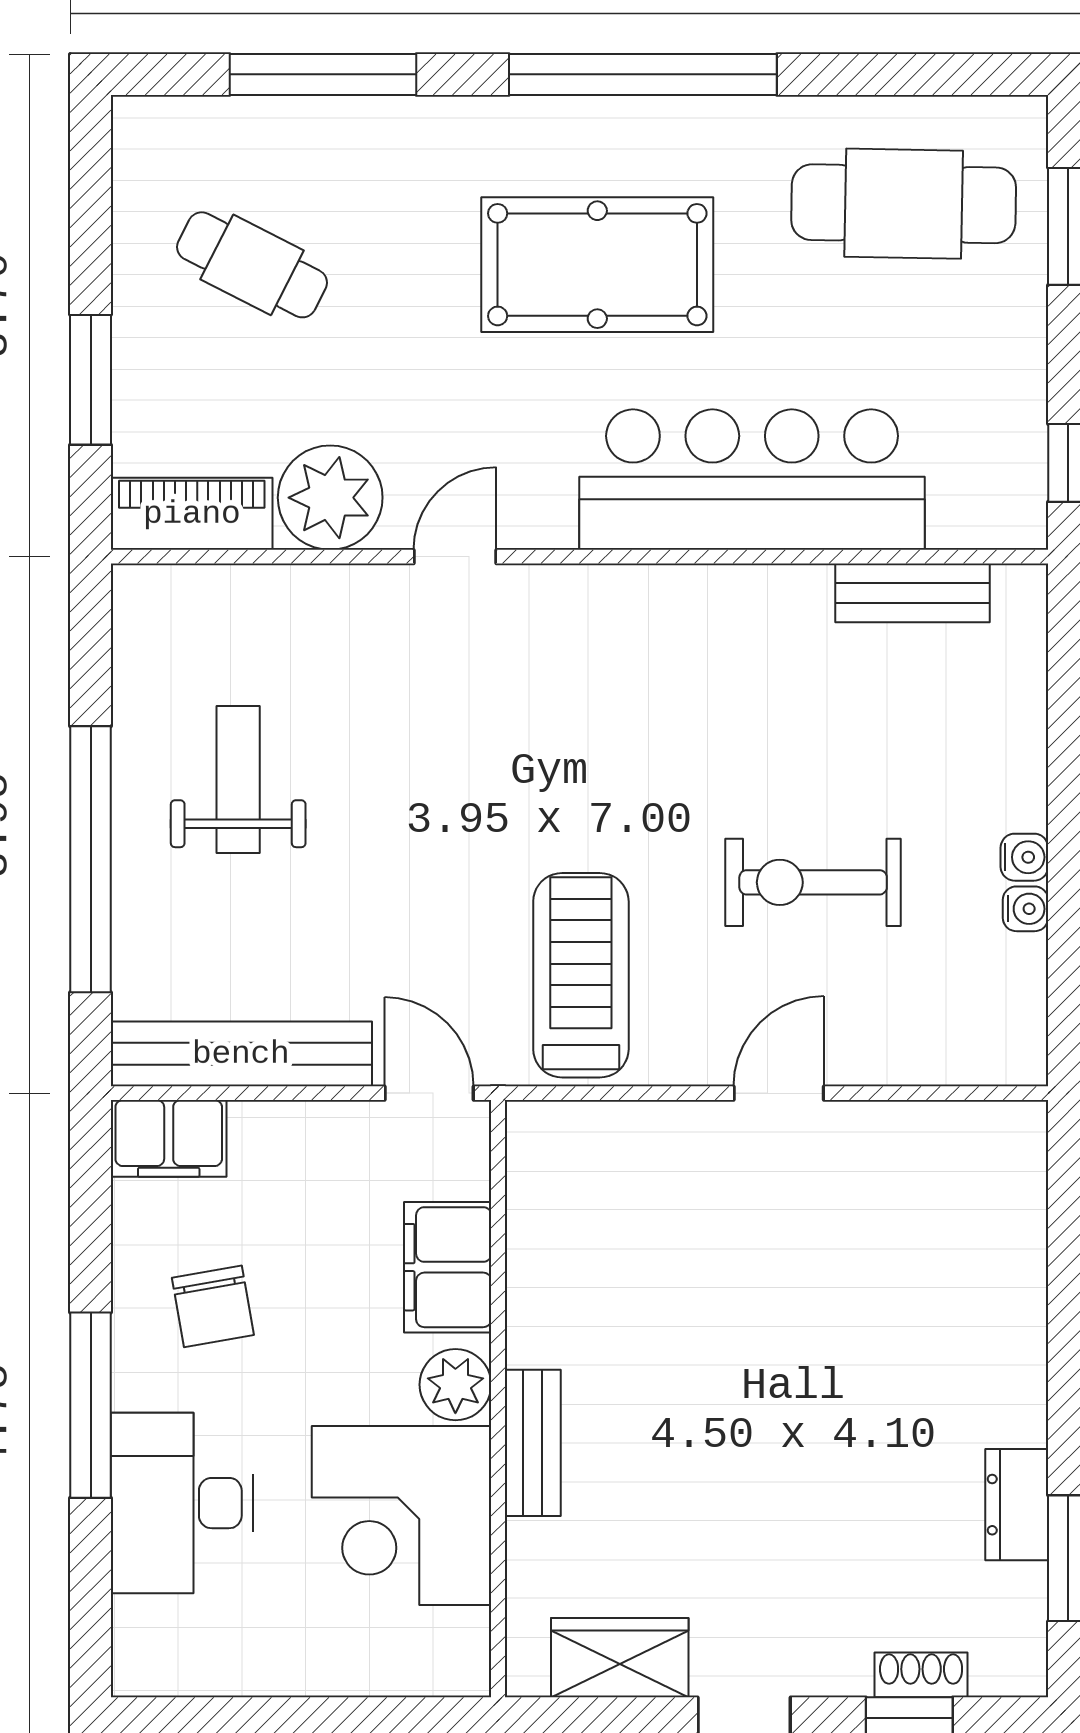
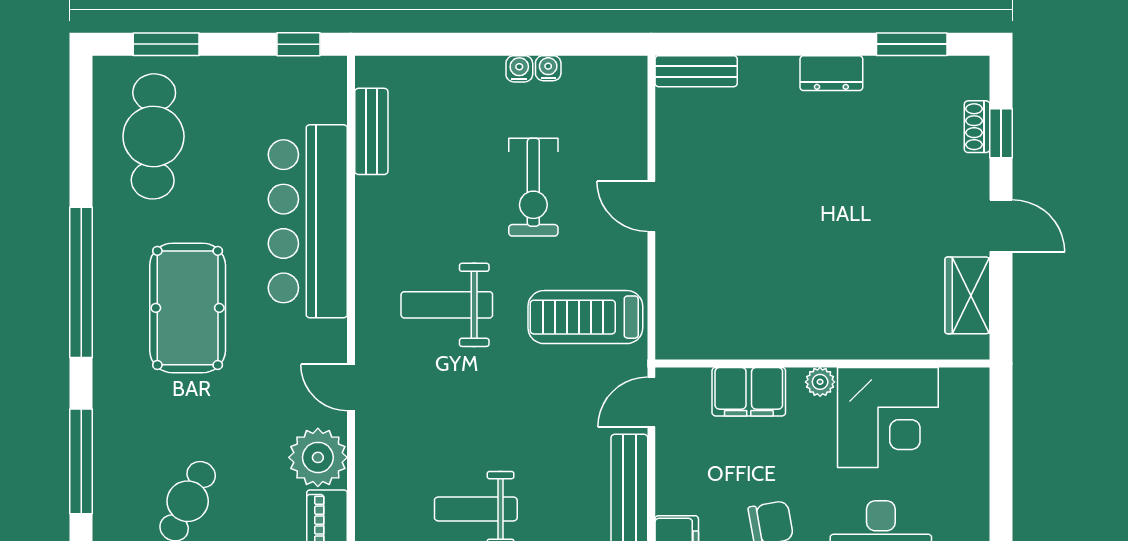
weight bench: (603, 728) -> (447, 305), added
plant: (455, 1385) -> (820, 382), width x0.73, depth x0.73
bench: (533, 1443) -> (696, 71), moved
dresser: (1017, 1505) -> (831, 73), moved

